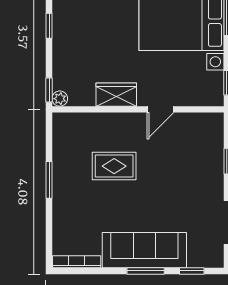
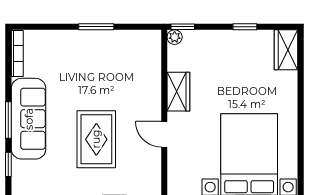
rug: (114, 166) -> (96, 139), moved, width x1.36, depth x1.43

